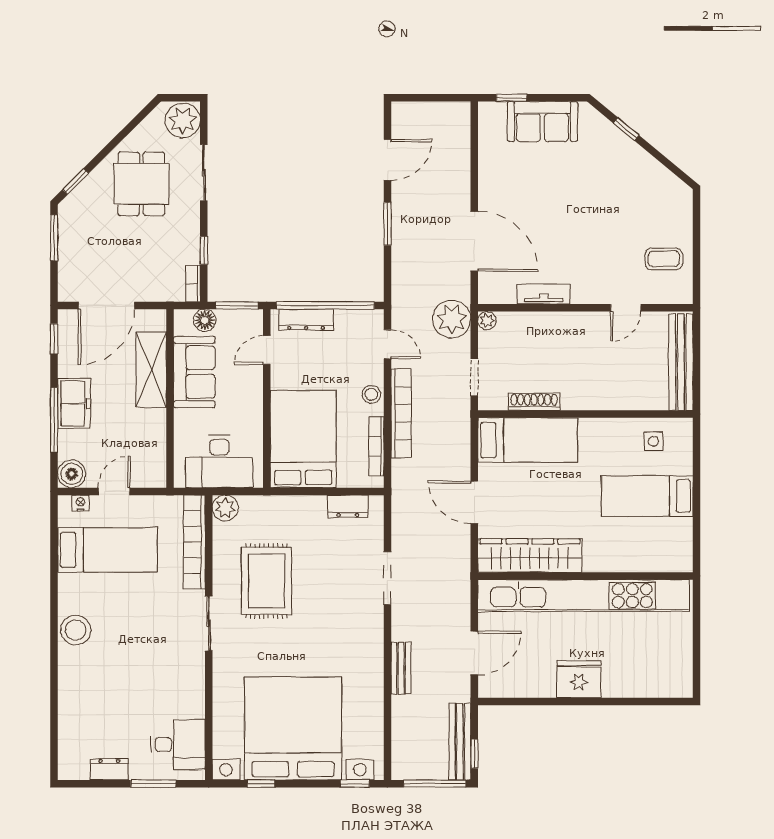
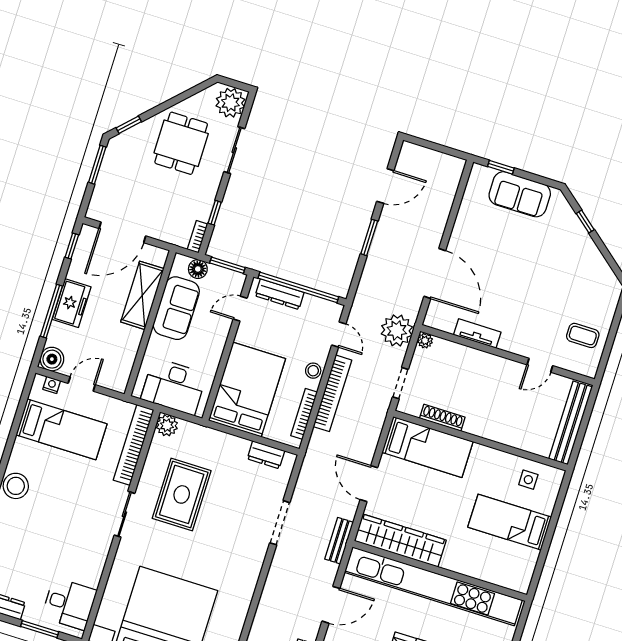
bench: (401, 668) -> (339, 541), moved

